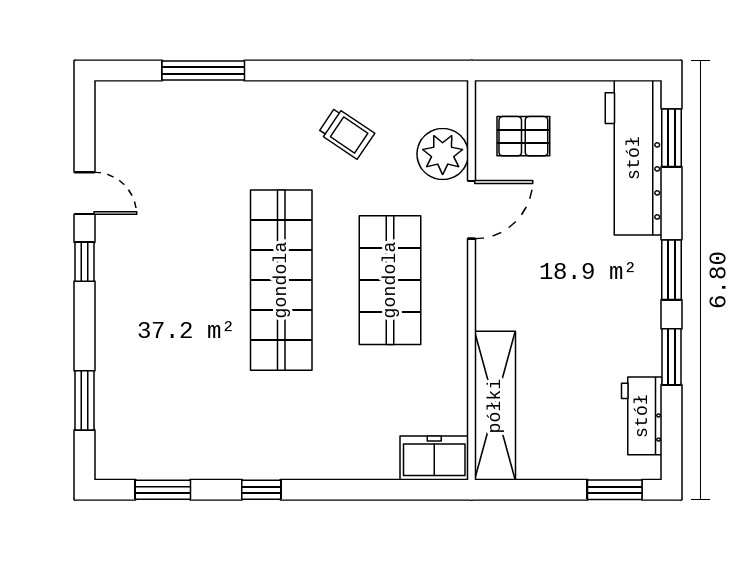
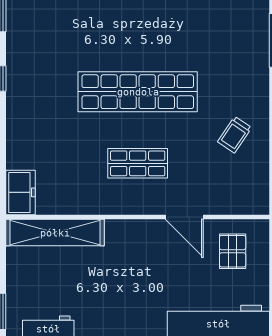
plant: (443, 154) -> (221, 198), removed
shop shelf: (390, 280) -> (138, 163), width x0.70, depth x0.74

